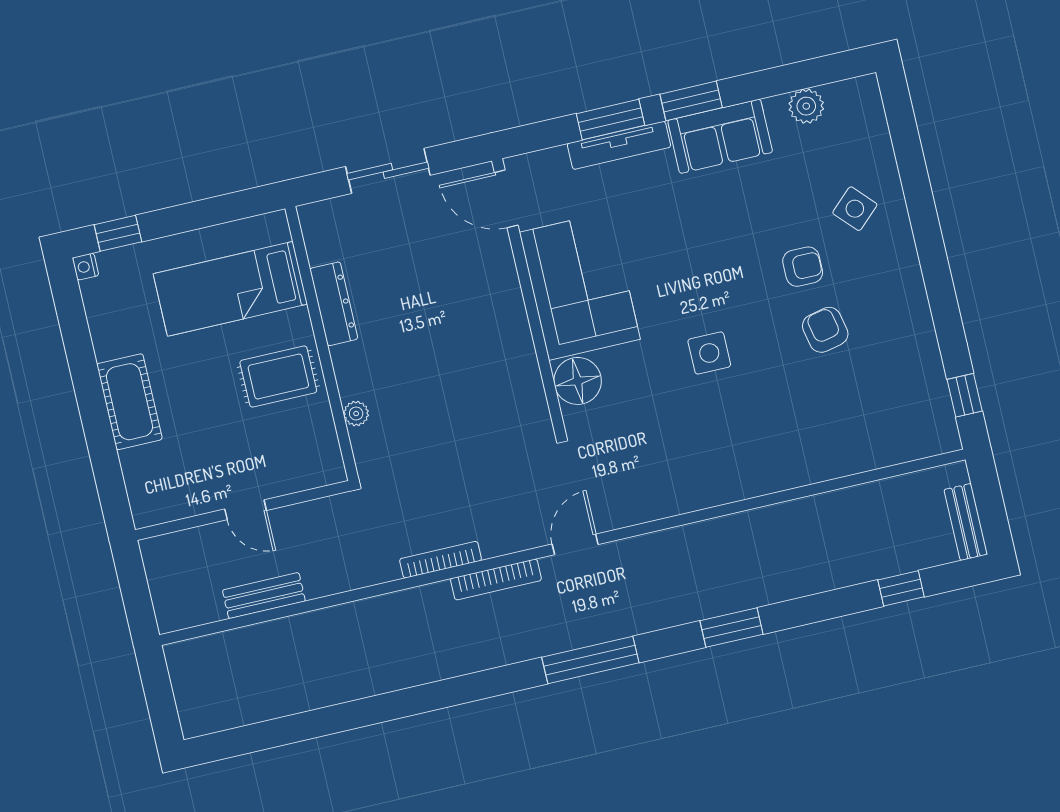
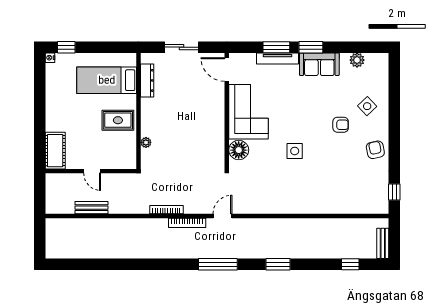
dresser: (334, 304) -> (147, 80), moved
armchair: (825, 330) -> (375, 150), moved
cot: (129, 402) -> (55, 151), moved

